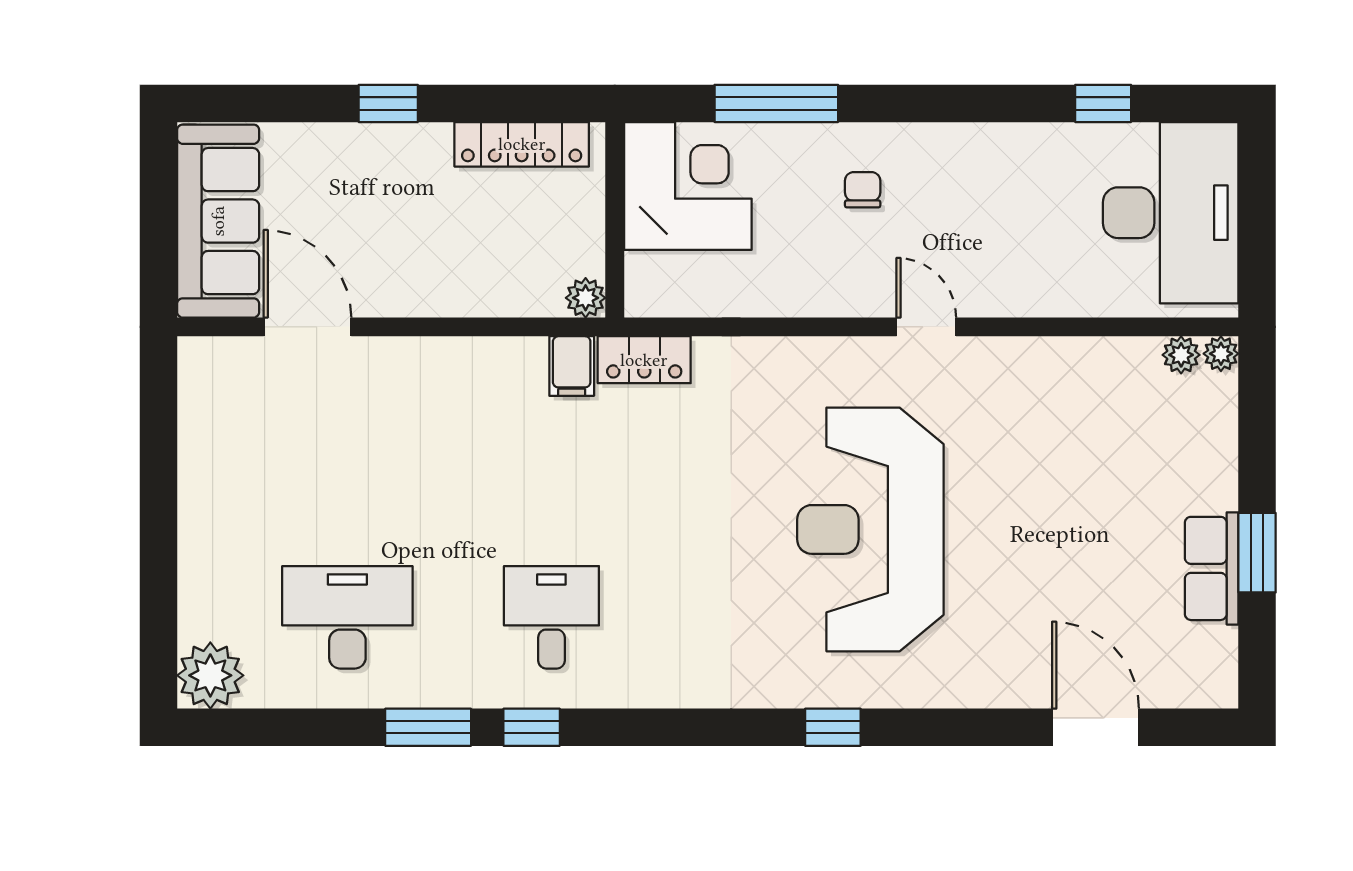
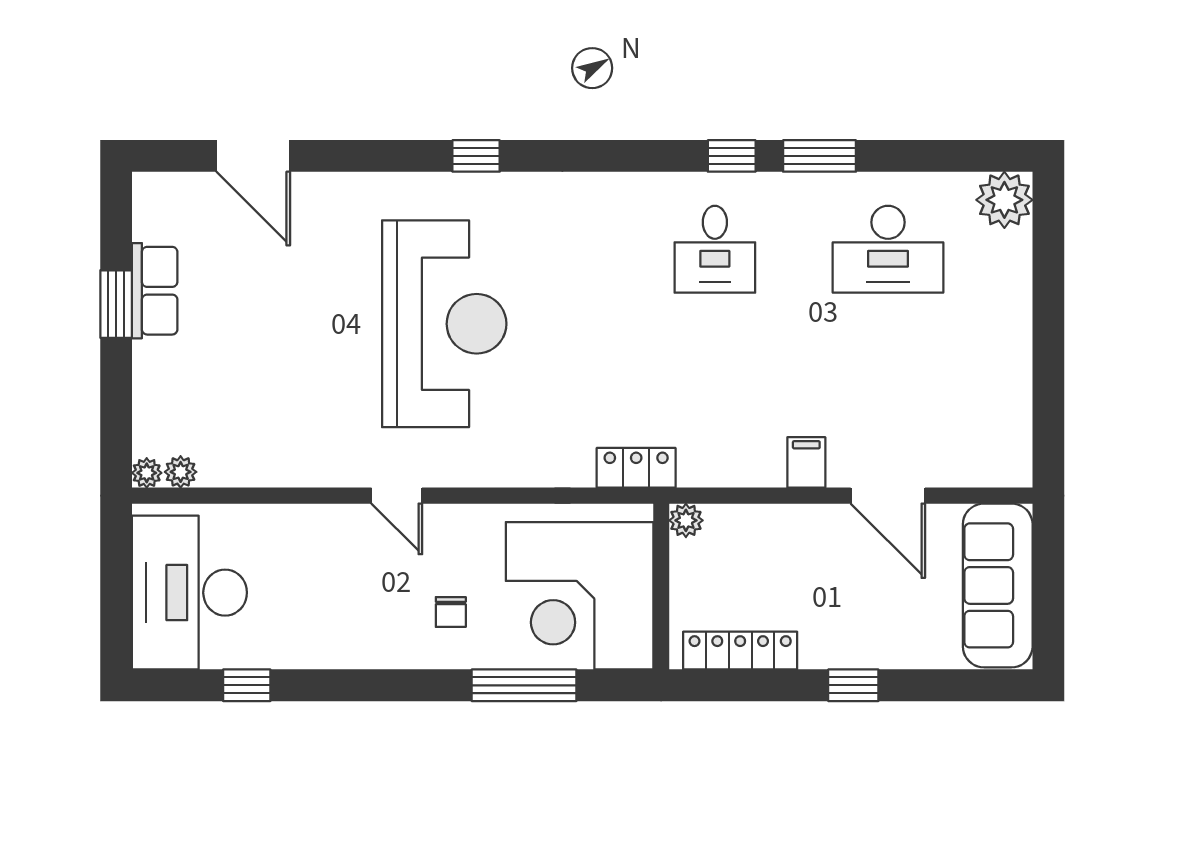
corner desk: (688, 186) -> (580, 596), width x1.36, depth x1.36
door: (307, 327) -> (888, 496), moved
filing cabinet: (572, 366) -> (806, 462), moved

